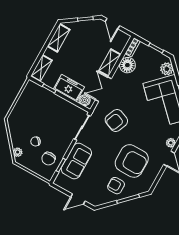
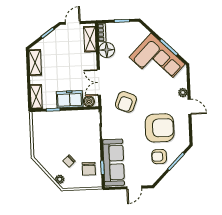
door: (112, 24) -> (73, 23), swing flipped
shelving: (110, 63) -> (90, 39), moved
plant: (167, 69) -> (142, 33), removed
sofa: (76, 161) -> (114, 163), width x1.36

